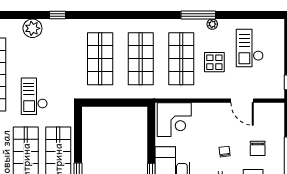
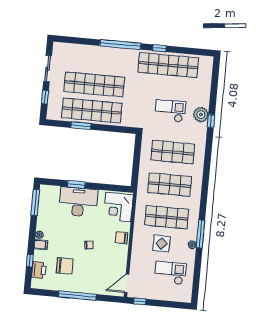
plant: (32, 28) -> (201, 115), moved
checkout: (34, 96) -> (170, 111), moved
door: (242, 101) -> (127, 283), moved
chair: (258, 148) -> (121, 238), moved

